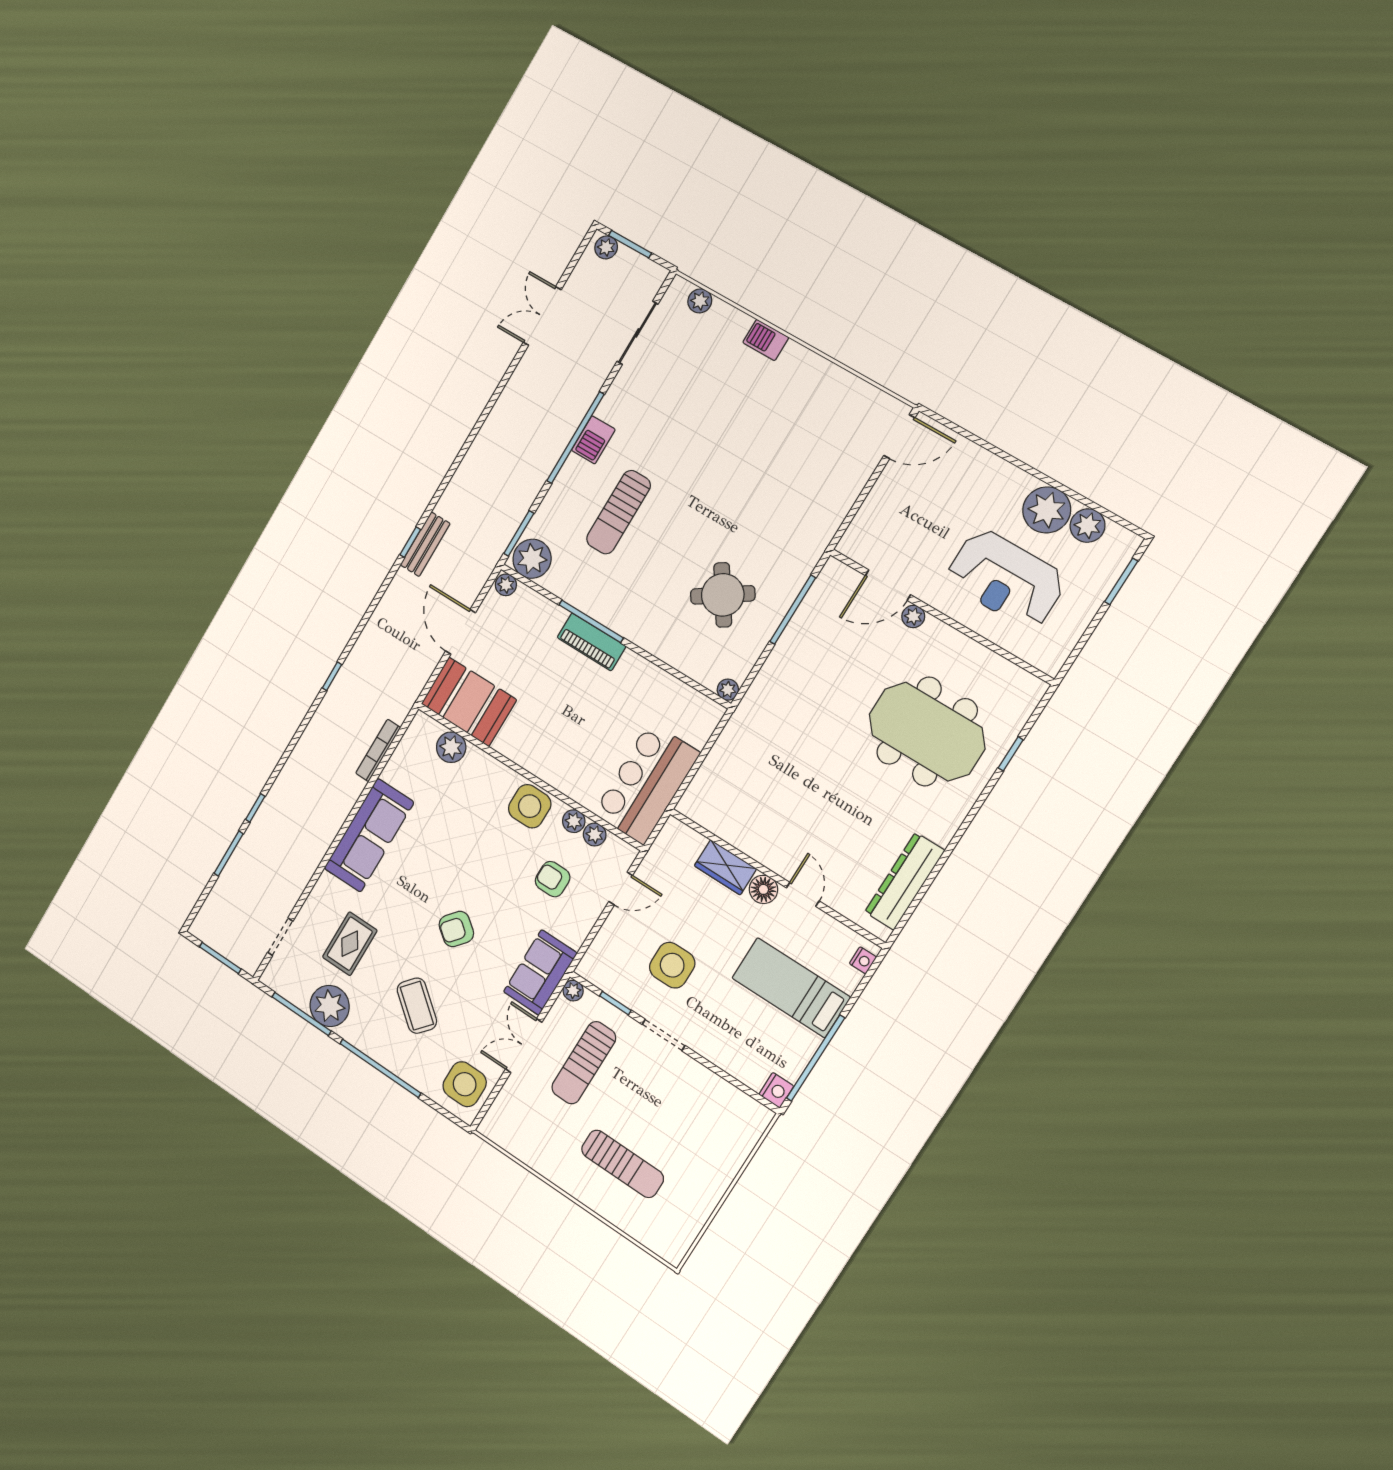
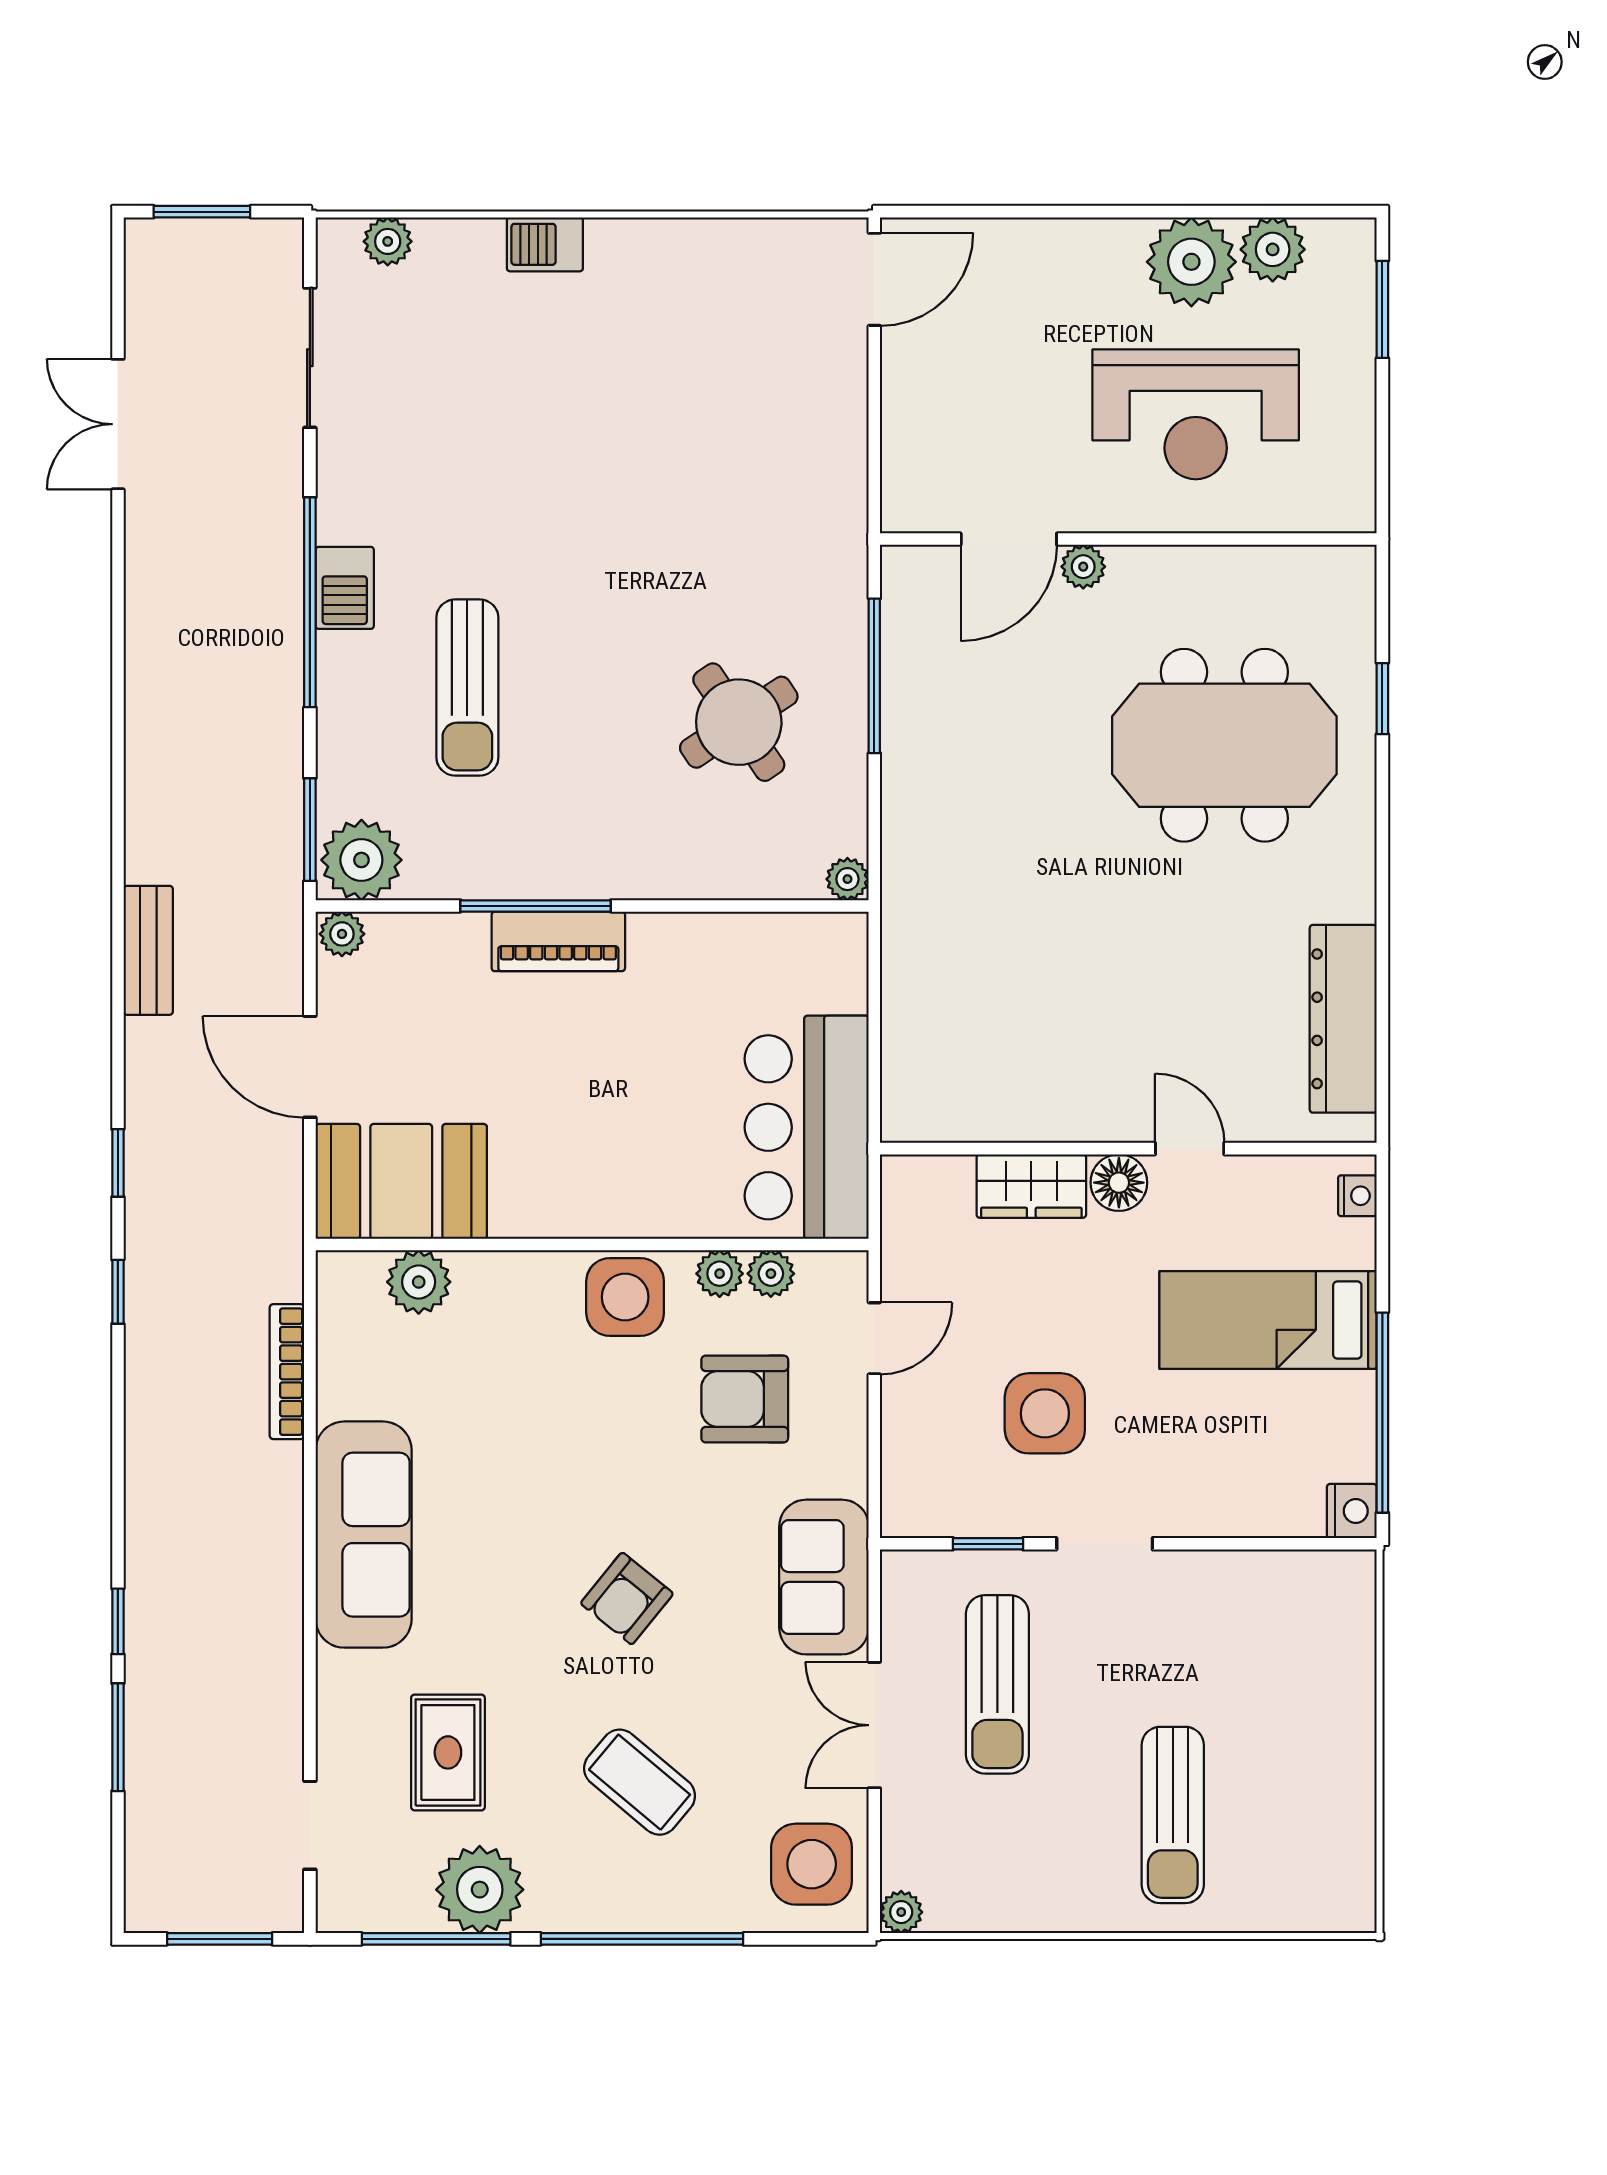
plant: (606, 247) -> (162, 241), removed
window: (410, 542) -> (118, 1163), moved
armchair: (553, 879) -> (745, 1399), width x1.38, depth x1.38
plant: (573, 991) -> (901, 1912), moved
sun lounger: (623, 1164) -> (1173, 1815), turned 90

